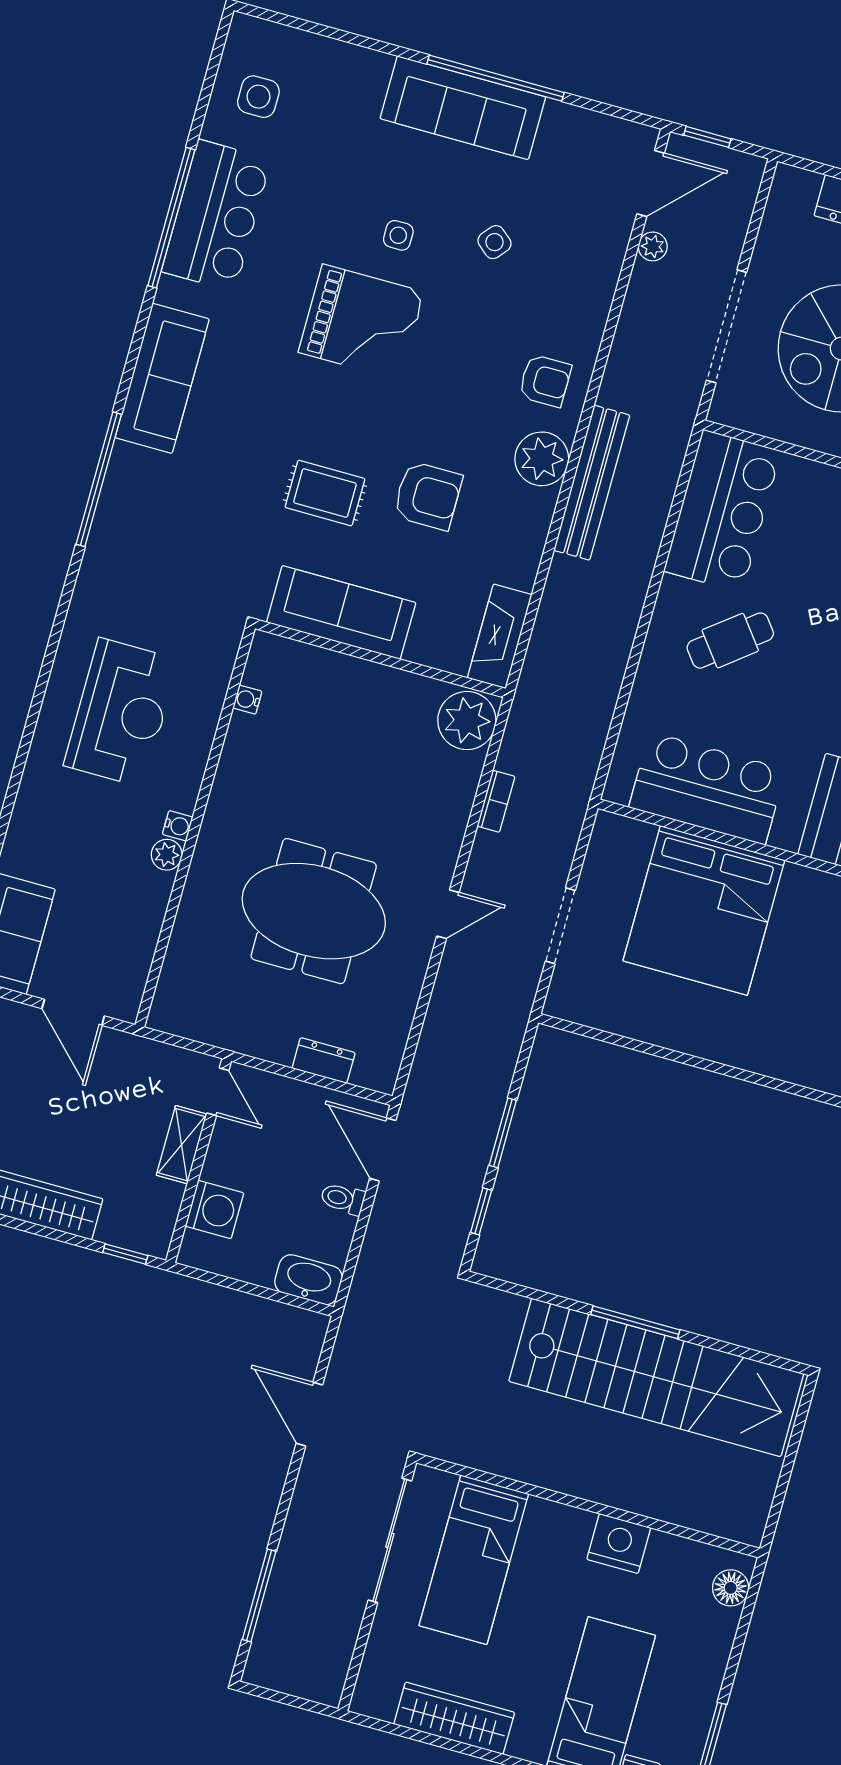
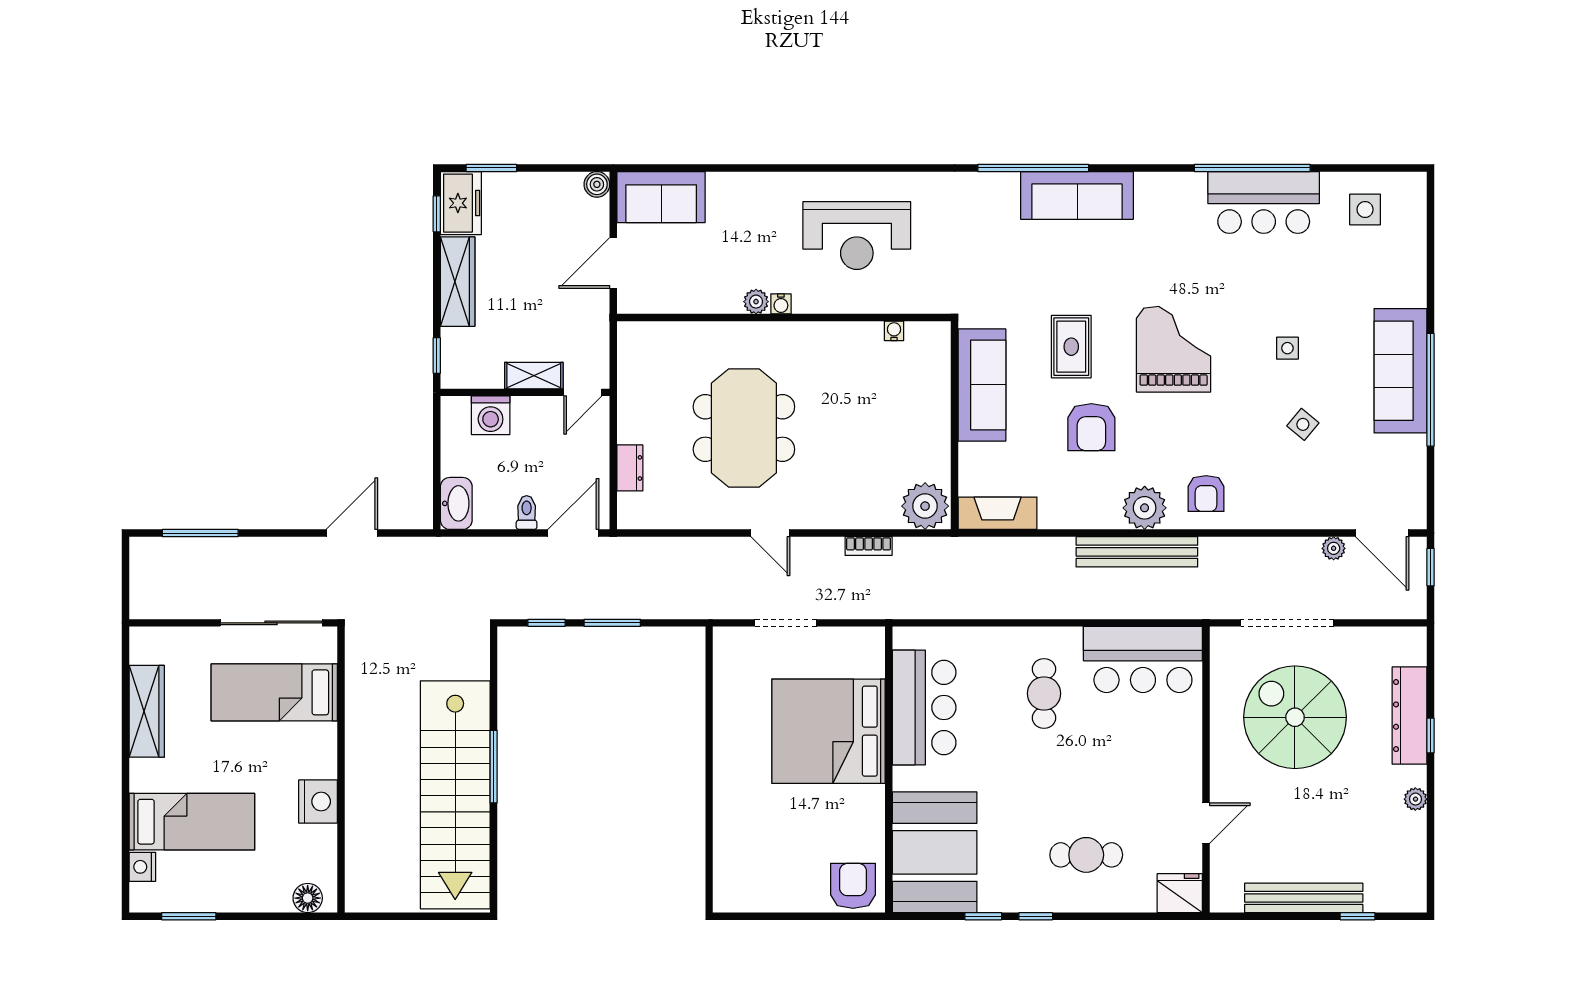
grand piano: (361, 322) -> (1174, 349), moved, turned 180
sofa: (162, 378) -> (1077, 195), moved
cafe table: (730, 641) -> (1044, 693), turned 38

